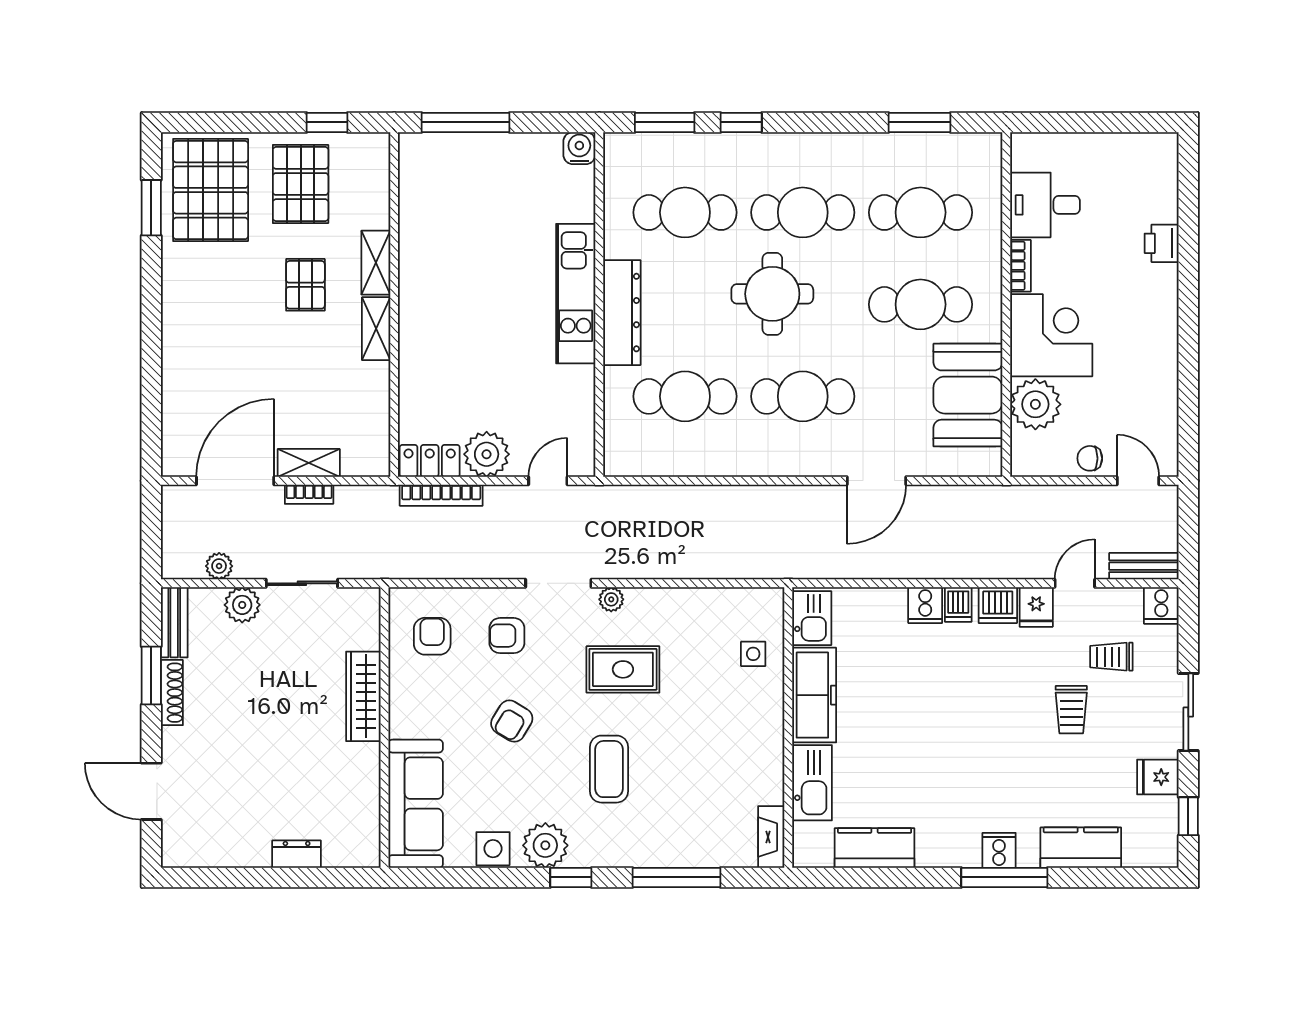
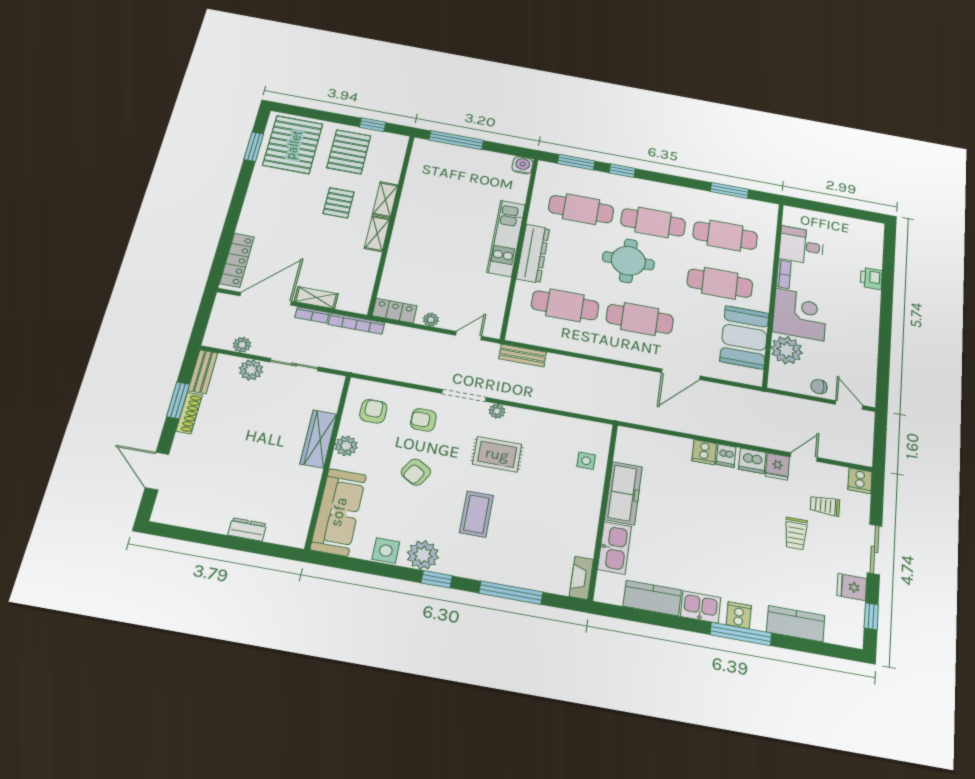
locker: (176, 422) -> (237, 260), added
plant: (487, 454) -> (431, 320), width x0.53, depth x0.53
bookcase: (441, 495) -> (356, 324), moved
bench: (1144, 566) -> (523, 355), moved
kitchen sink: (812, 618) -> (701, 607), moved, turned -90
plant: (405, 699) -> (346, 446), added

